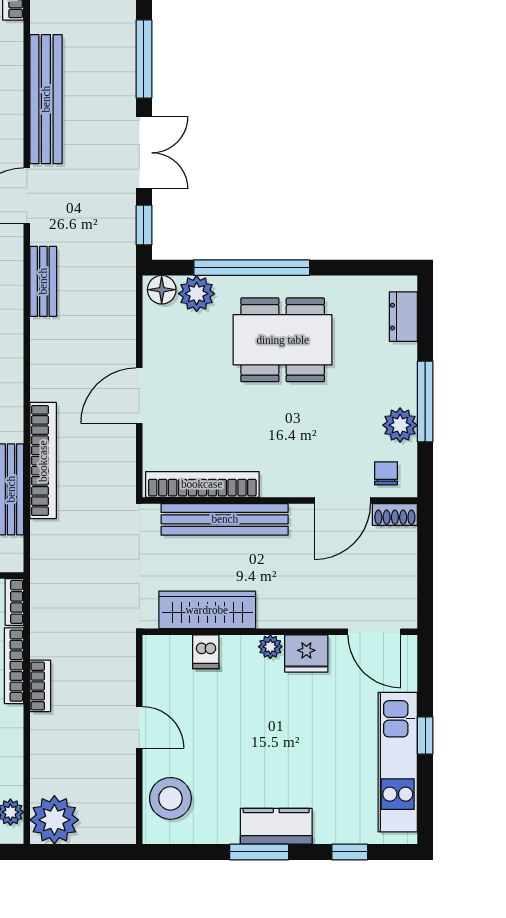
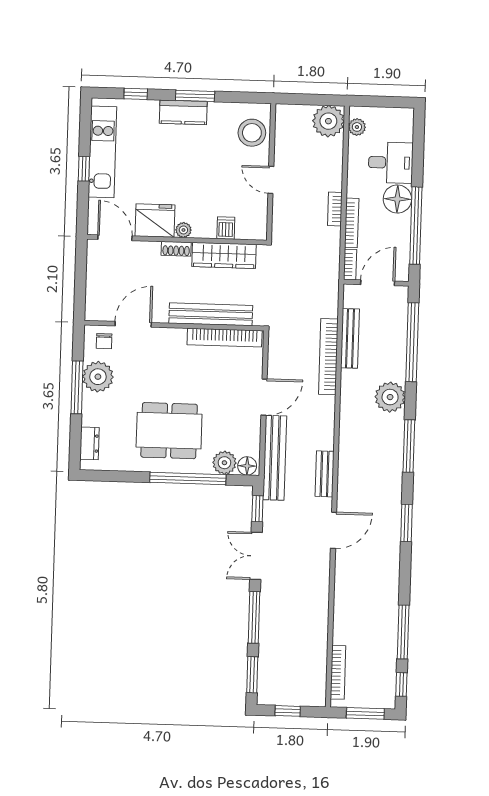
bench: (46, 99) -> (275, 458), moved
plant: (400, 425) -> (98, 377), width x1.36, depth x1.36
shoe rack: (395, 514) -> (176, 249), moved, turned 180
fridge: (306, 653) -> (155, 221), width x1.36, depth x1.34

